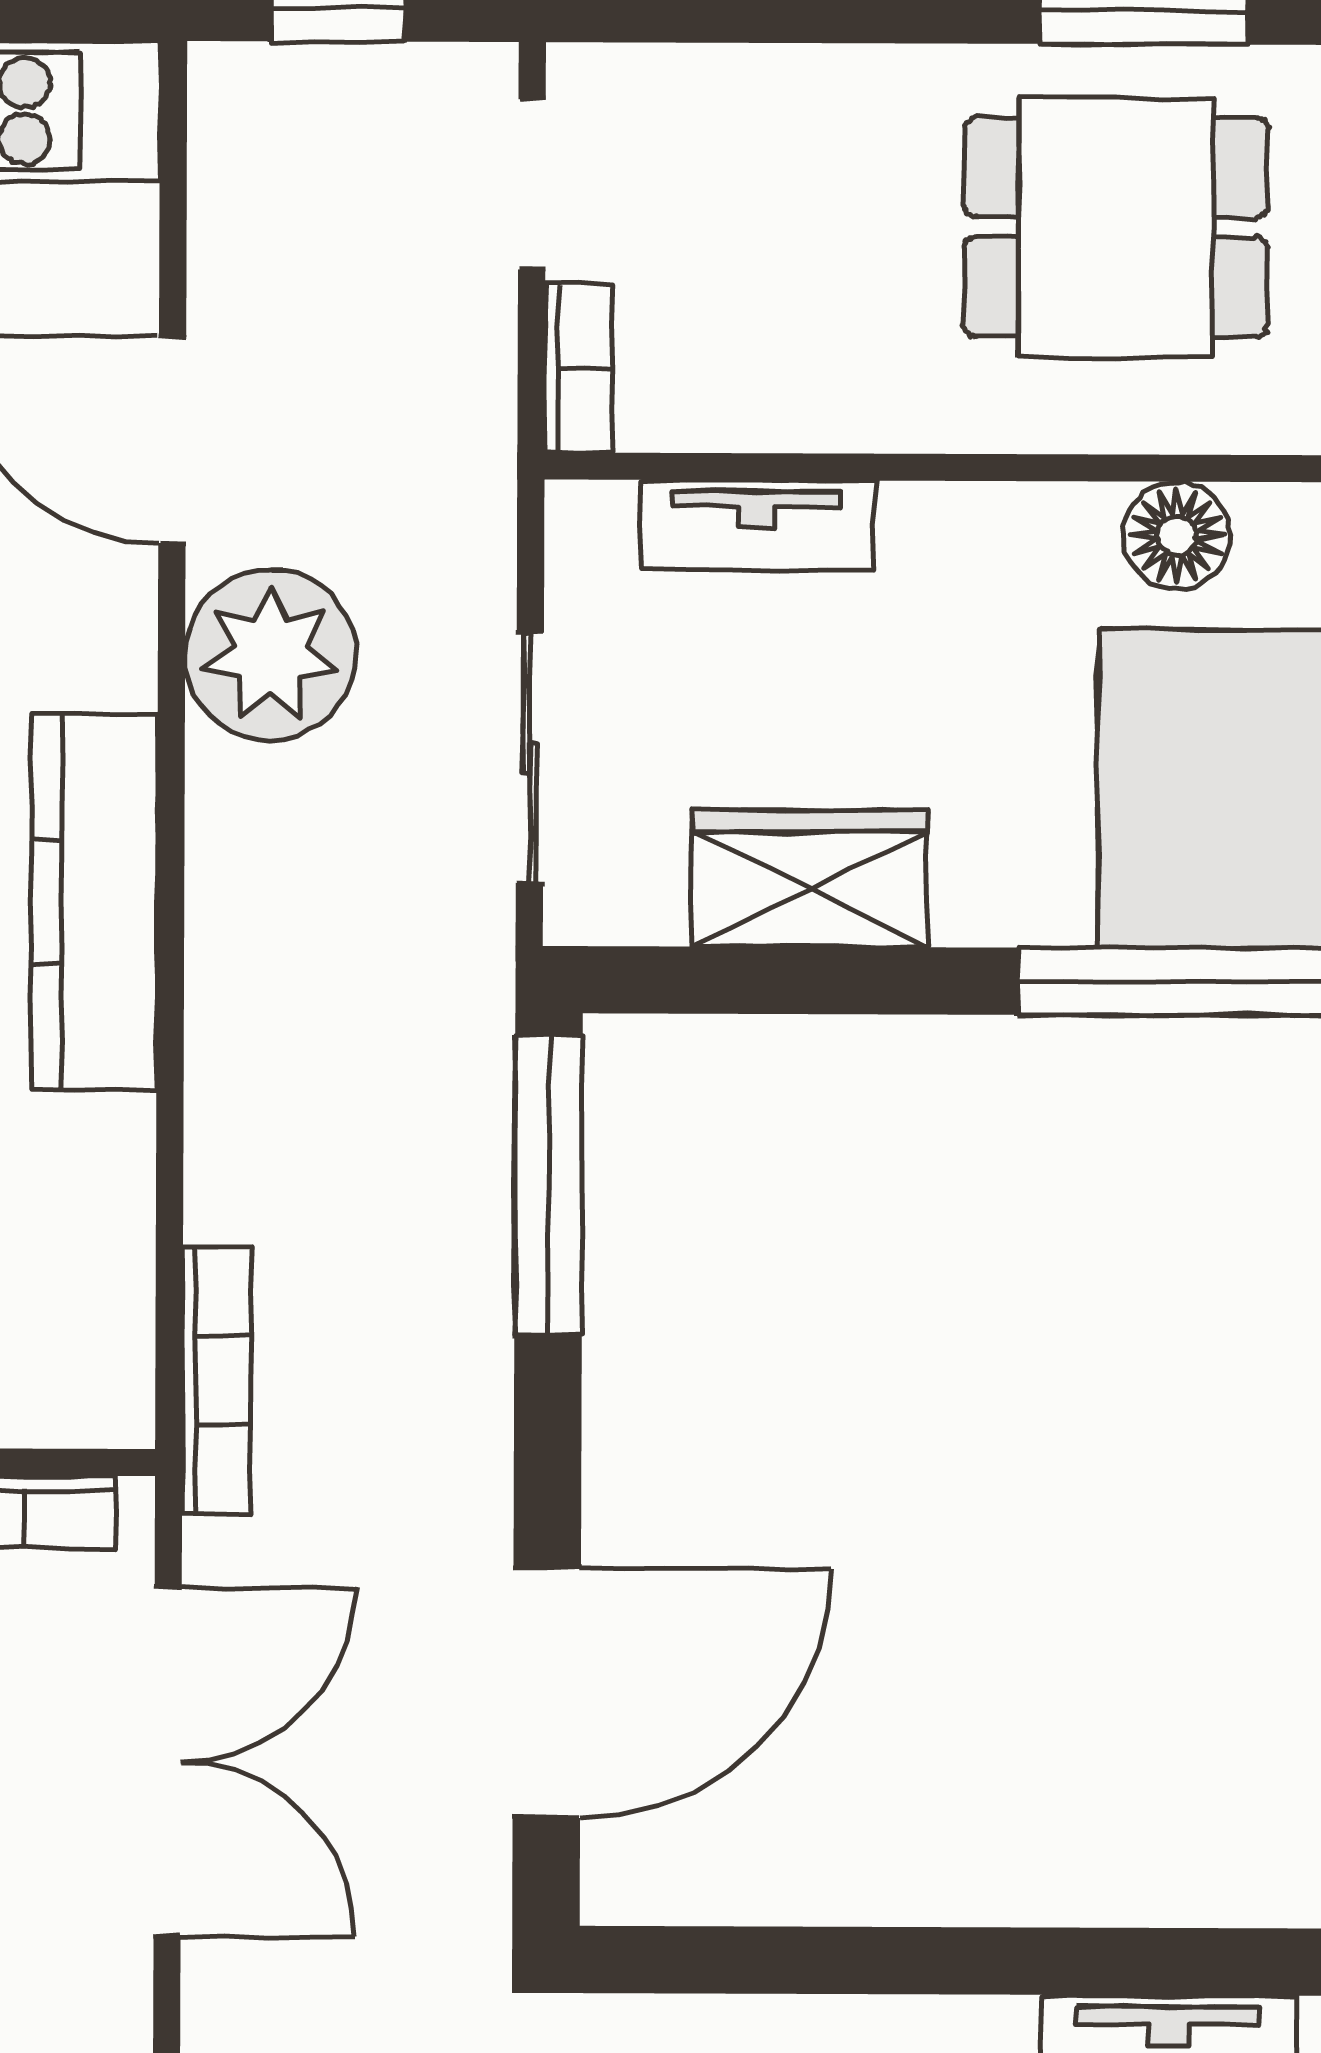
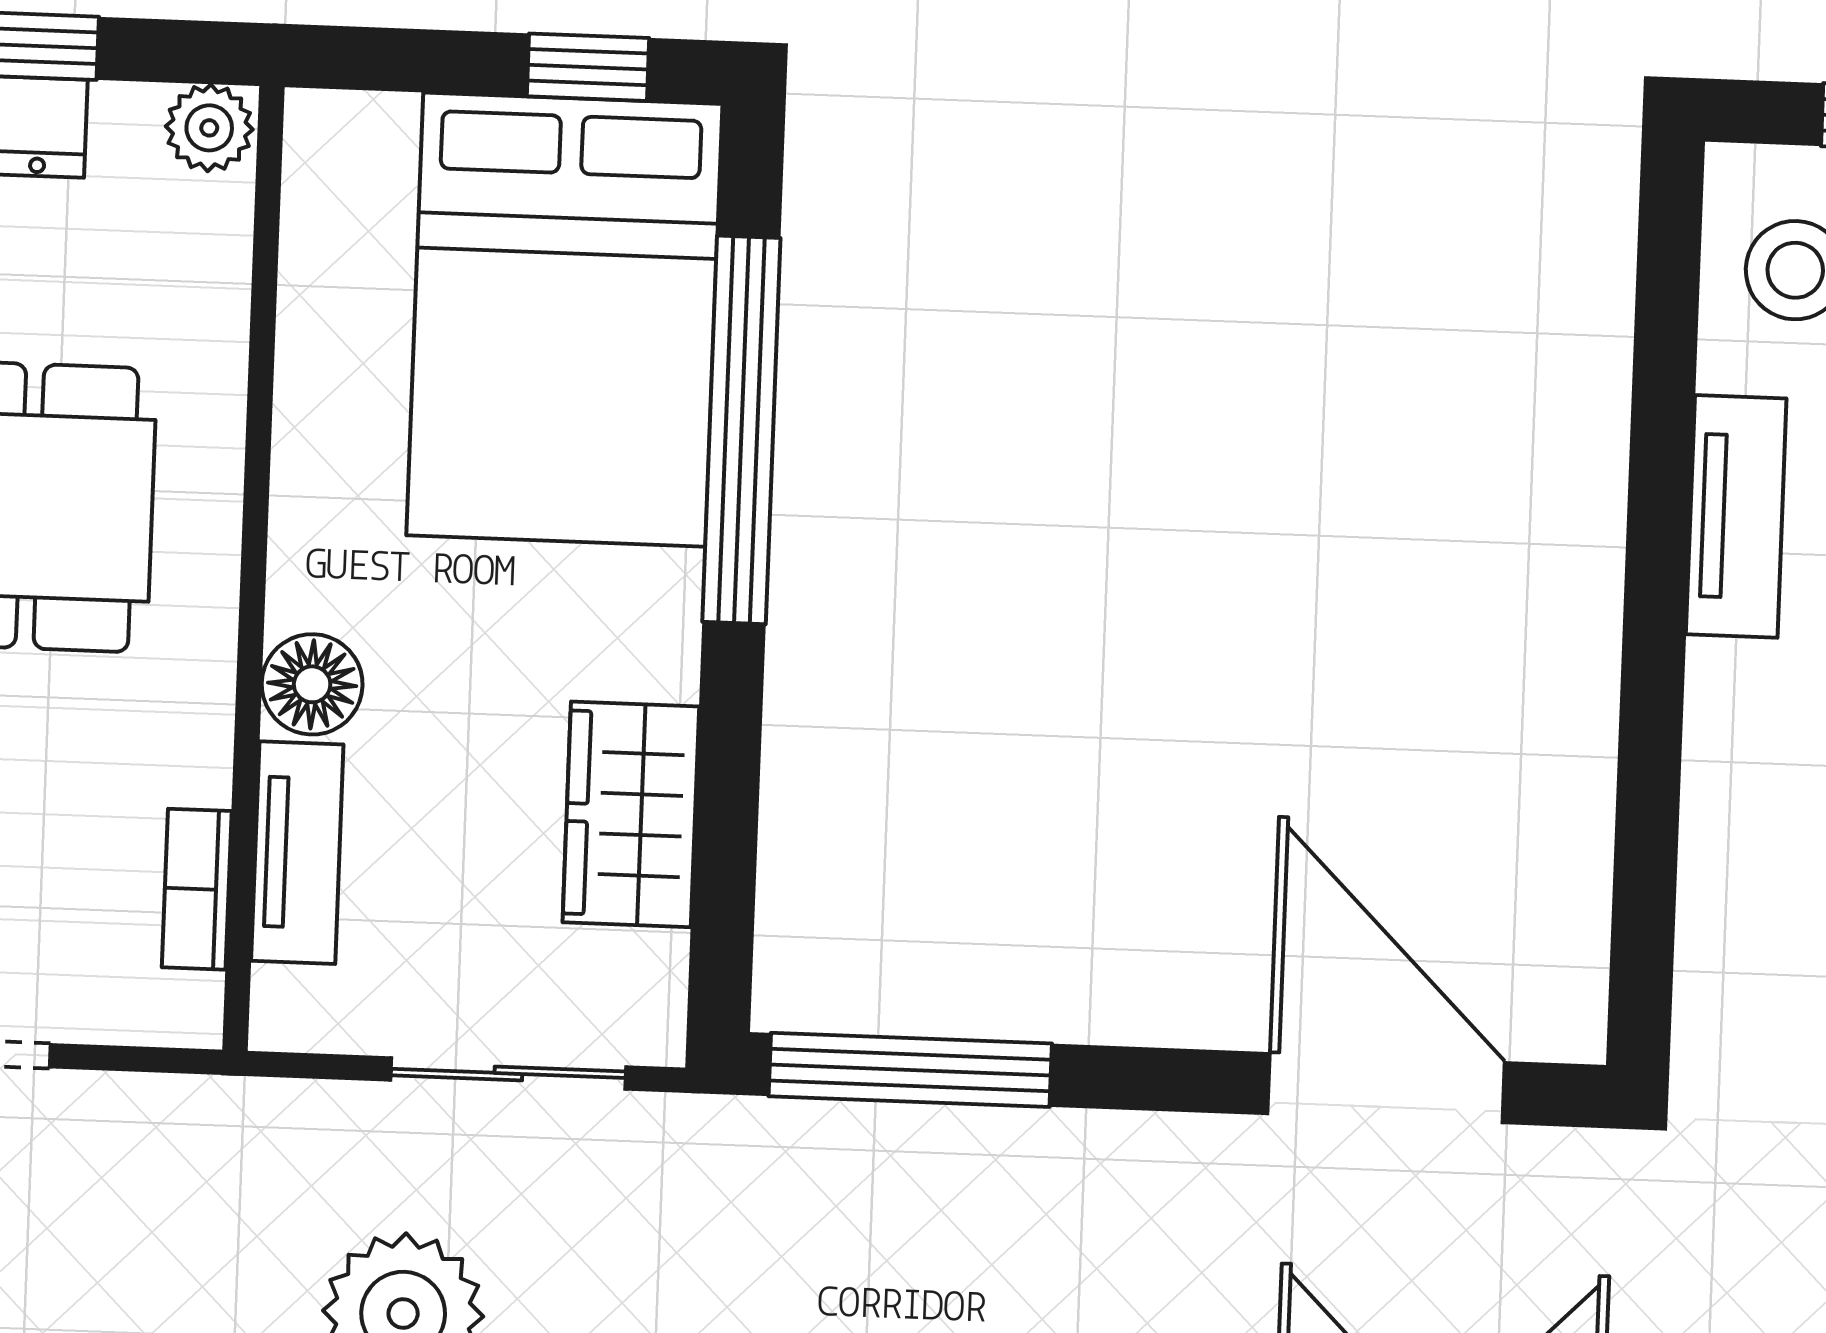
bookcase: (579, 368) -> (197, 889), moved, turned -90
floor lamp: (1177, 535) -> (312, 684), moved

